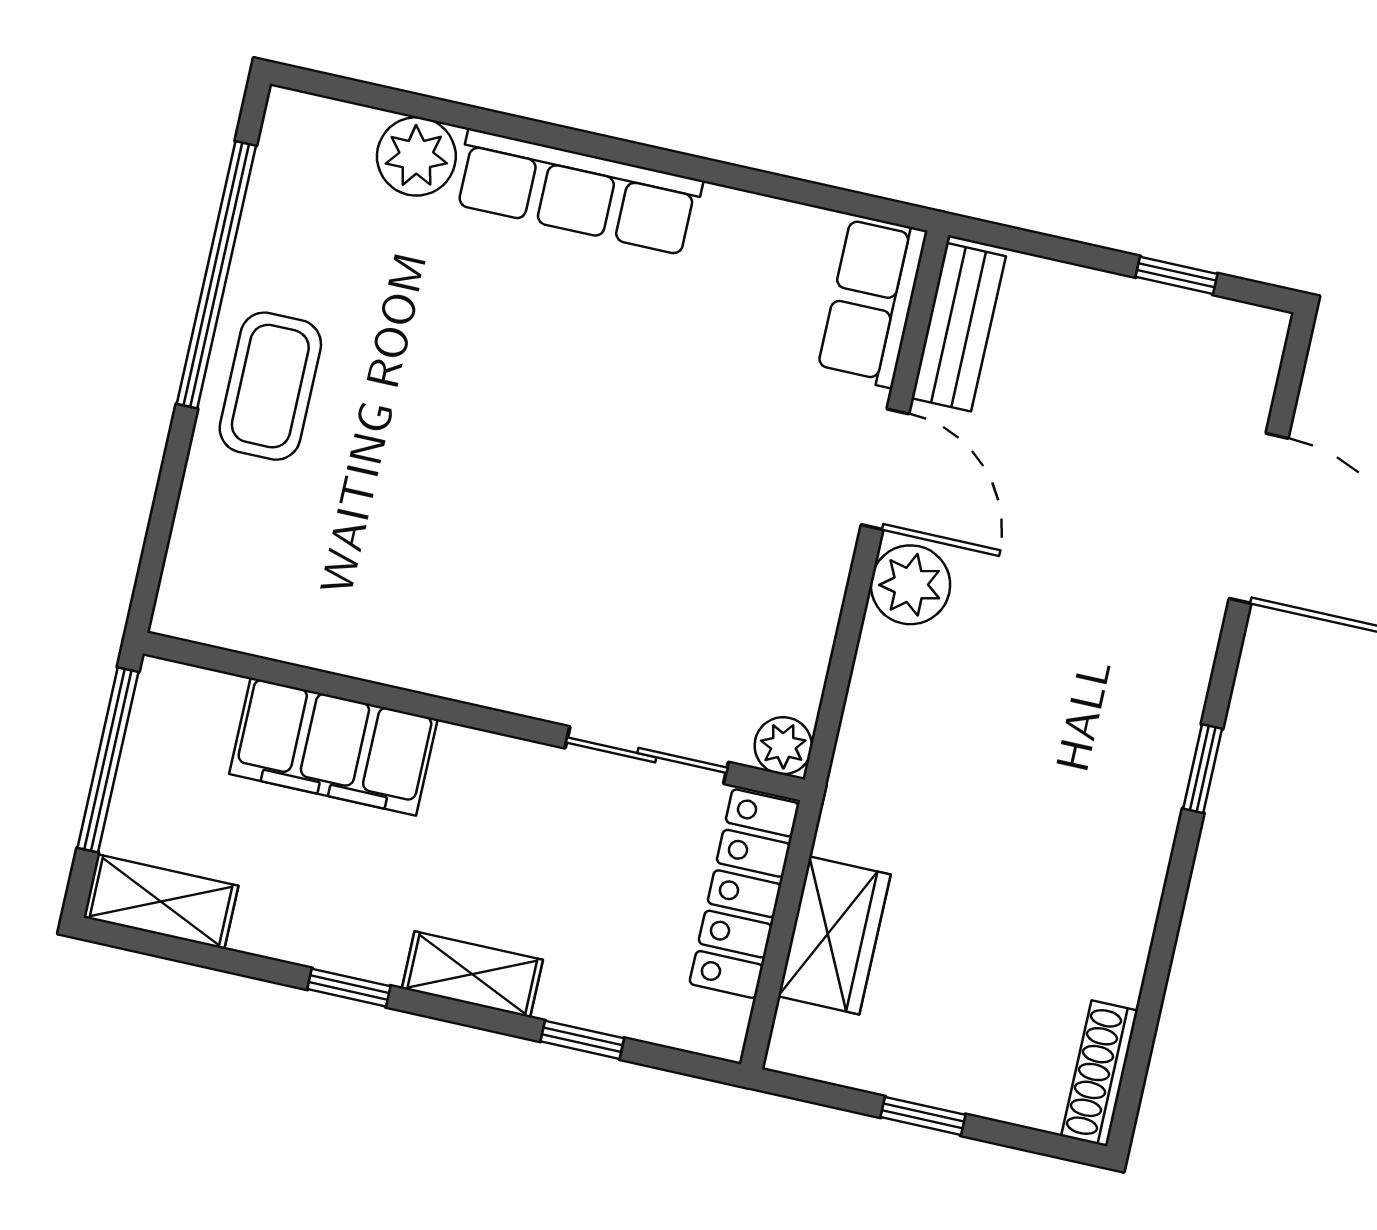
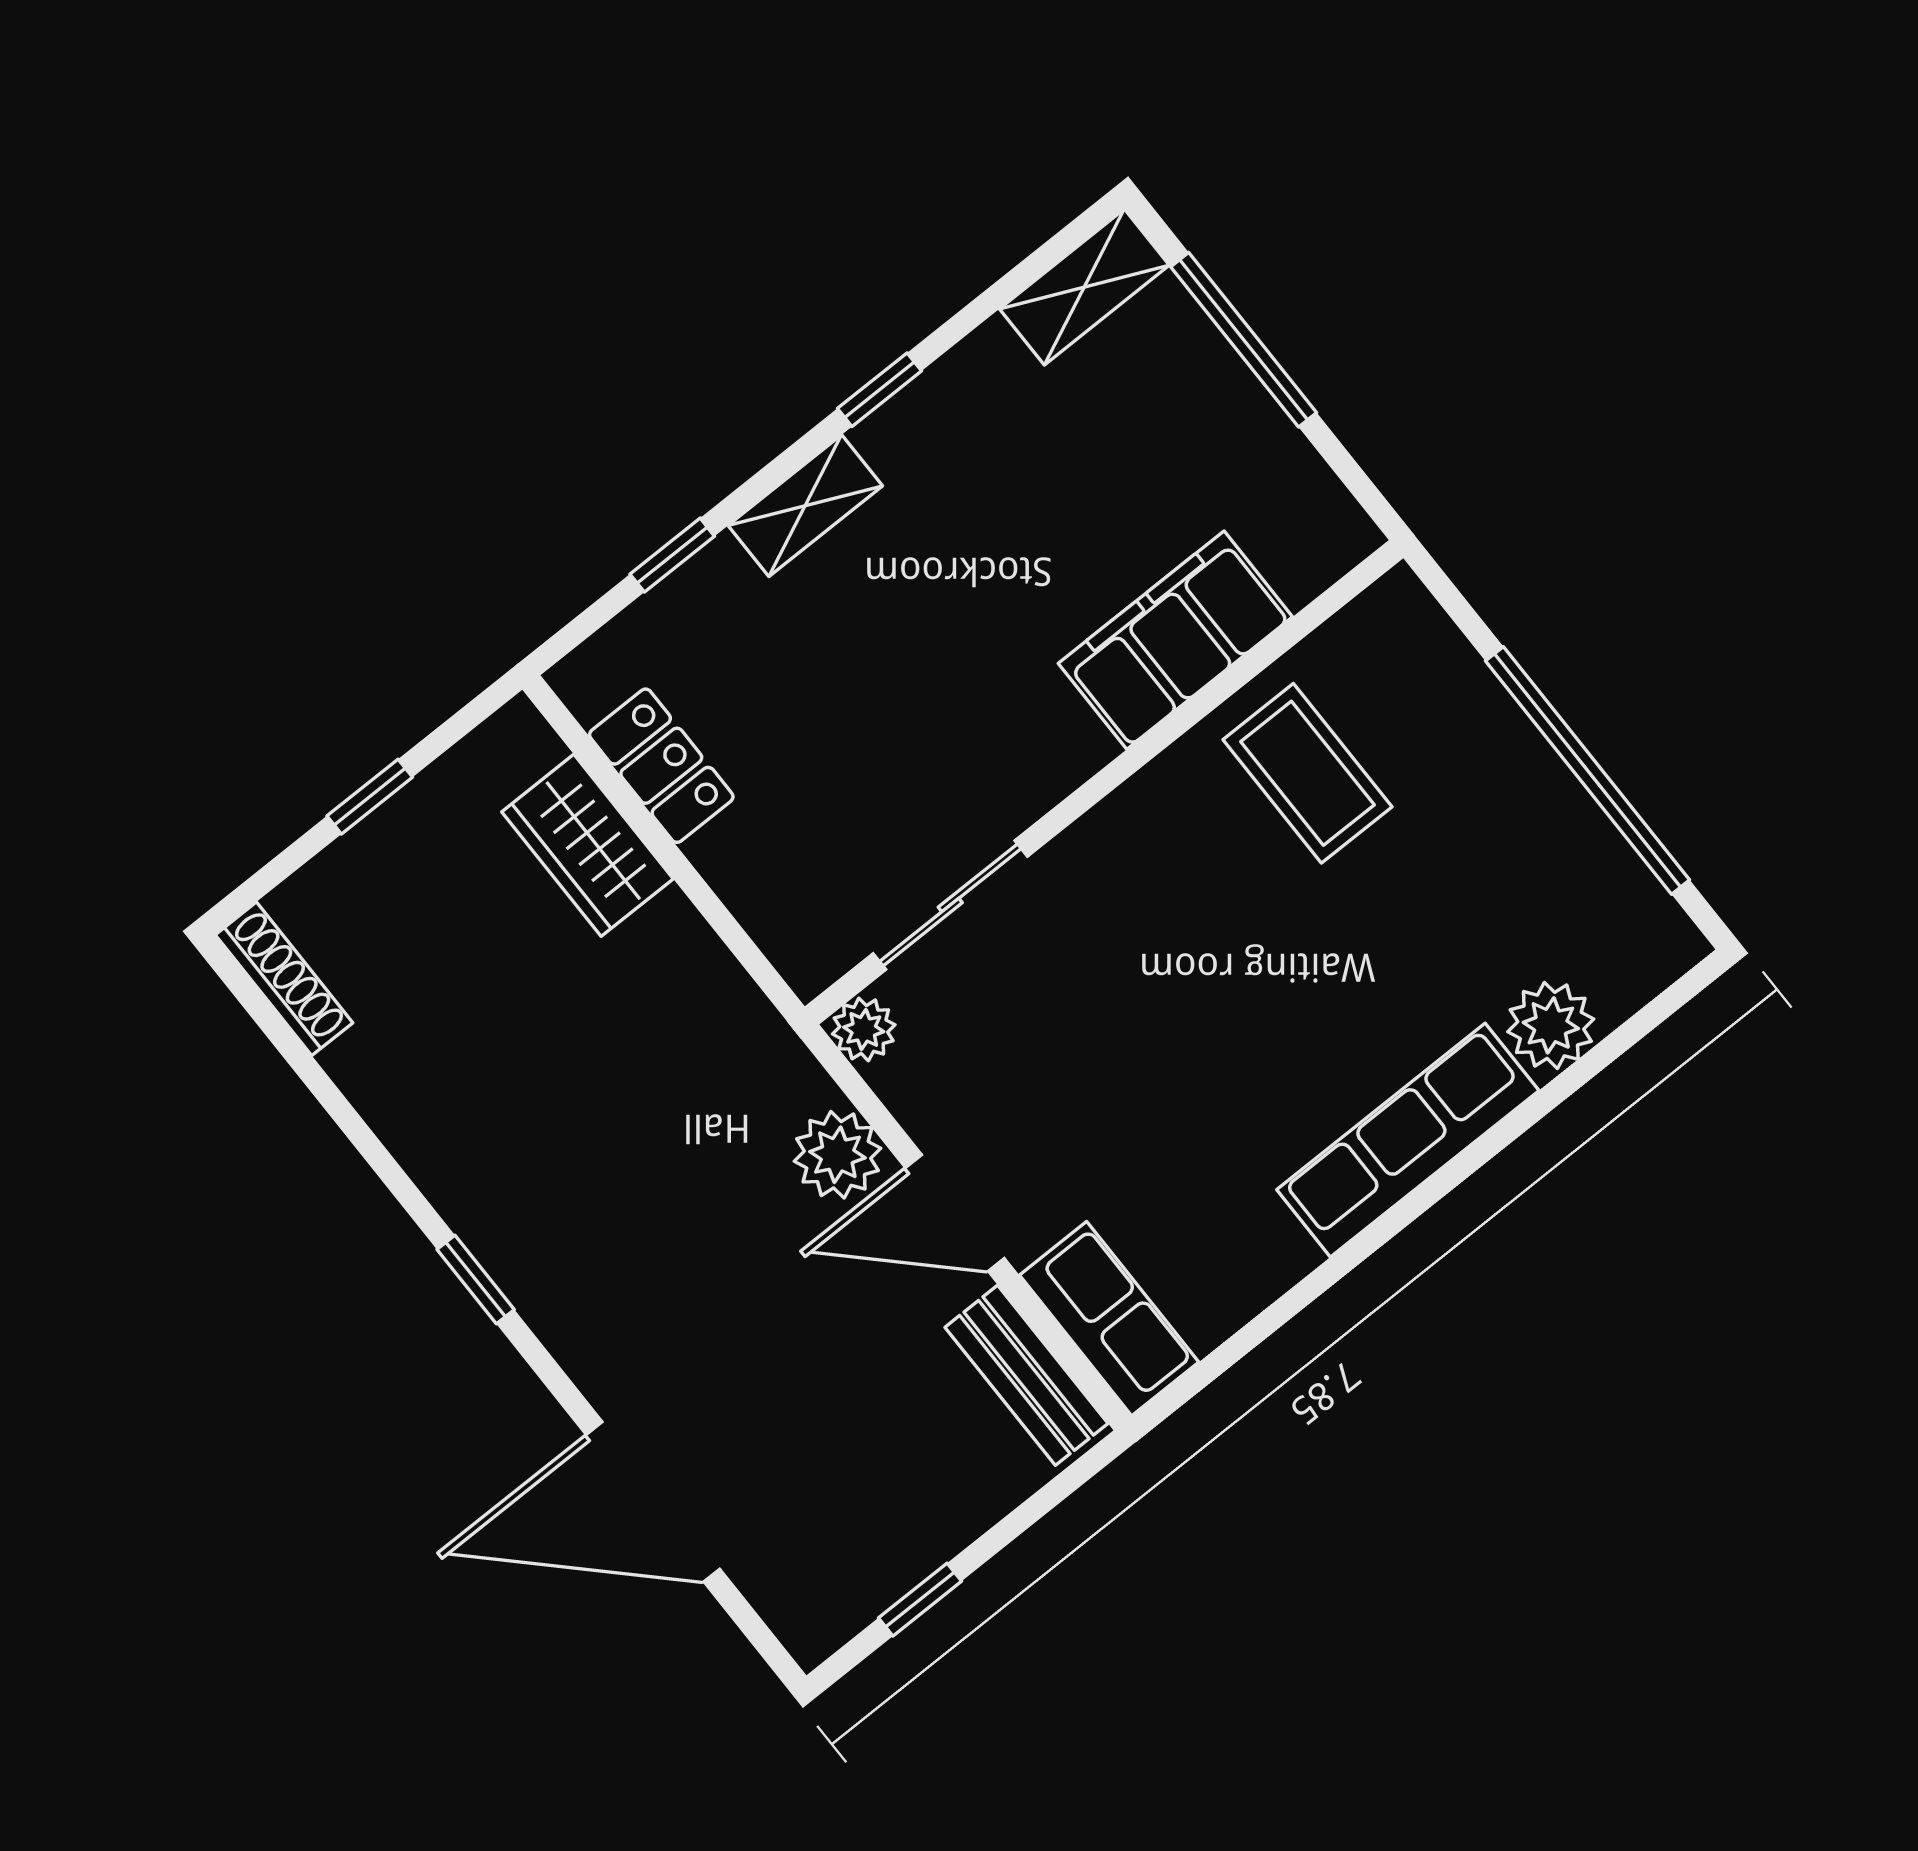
coffee table: (270, 386) -> (1307, 773), moved
wall: (474, 716) -> (1104, 782), moved
plant: (783, 746) -> (864, 1029), moved
filing cabinet: (333, 747) -> (1175, 640), moved
sliding door: (647, 755) -> (950, 905), moved
locker: (744, 894) -> (661, 766), width x0.66

